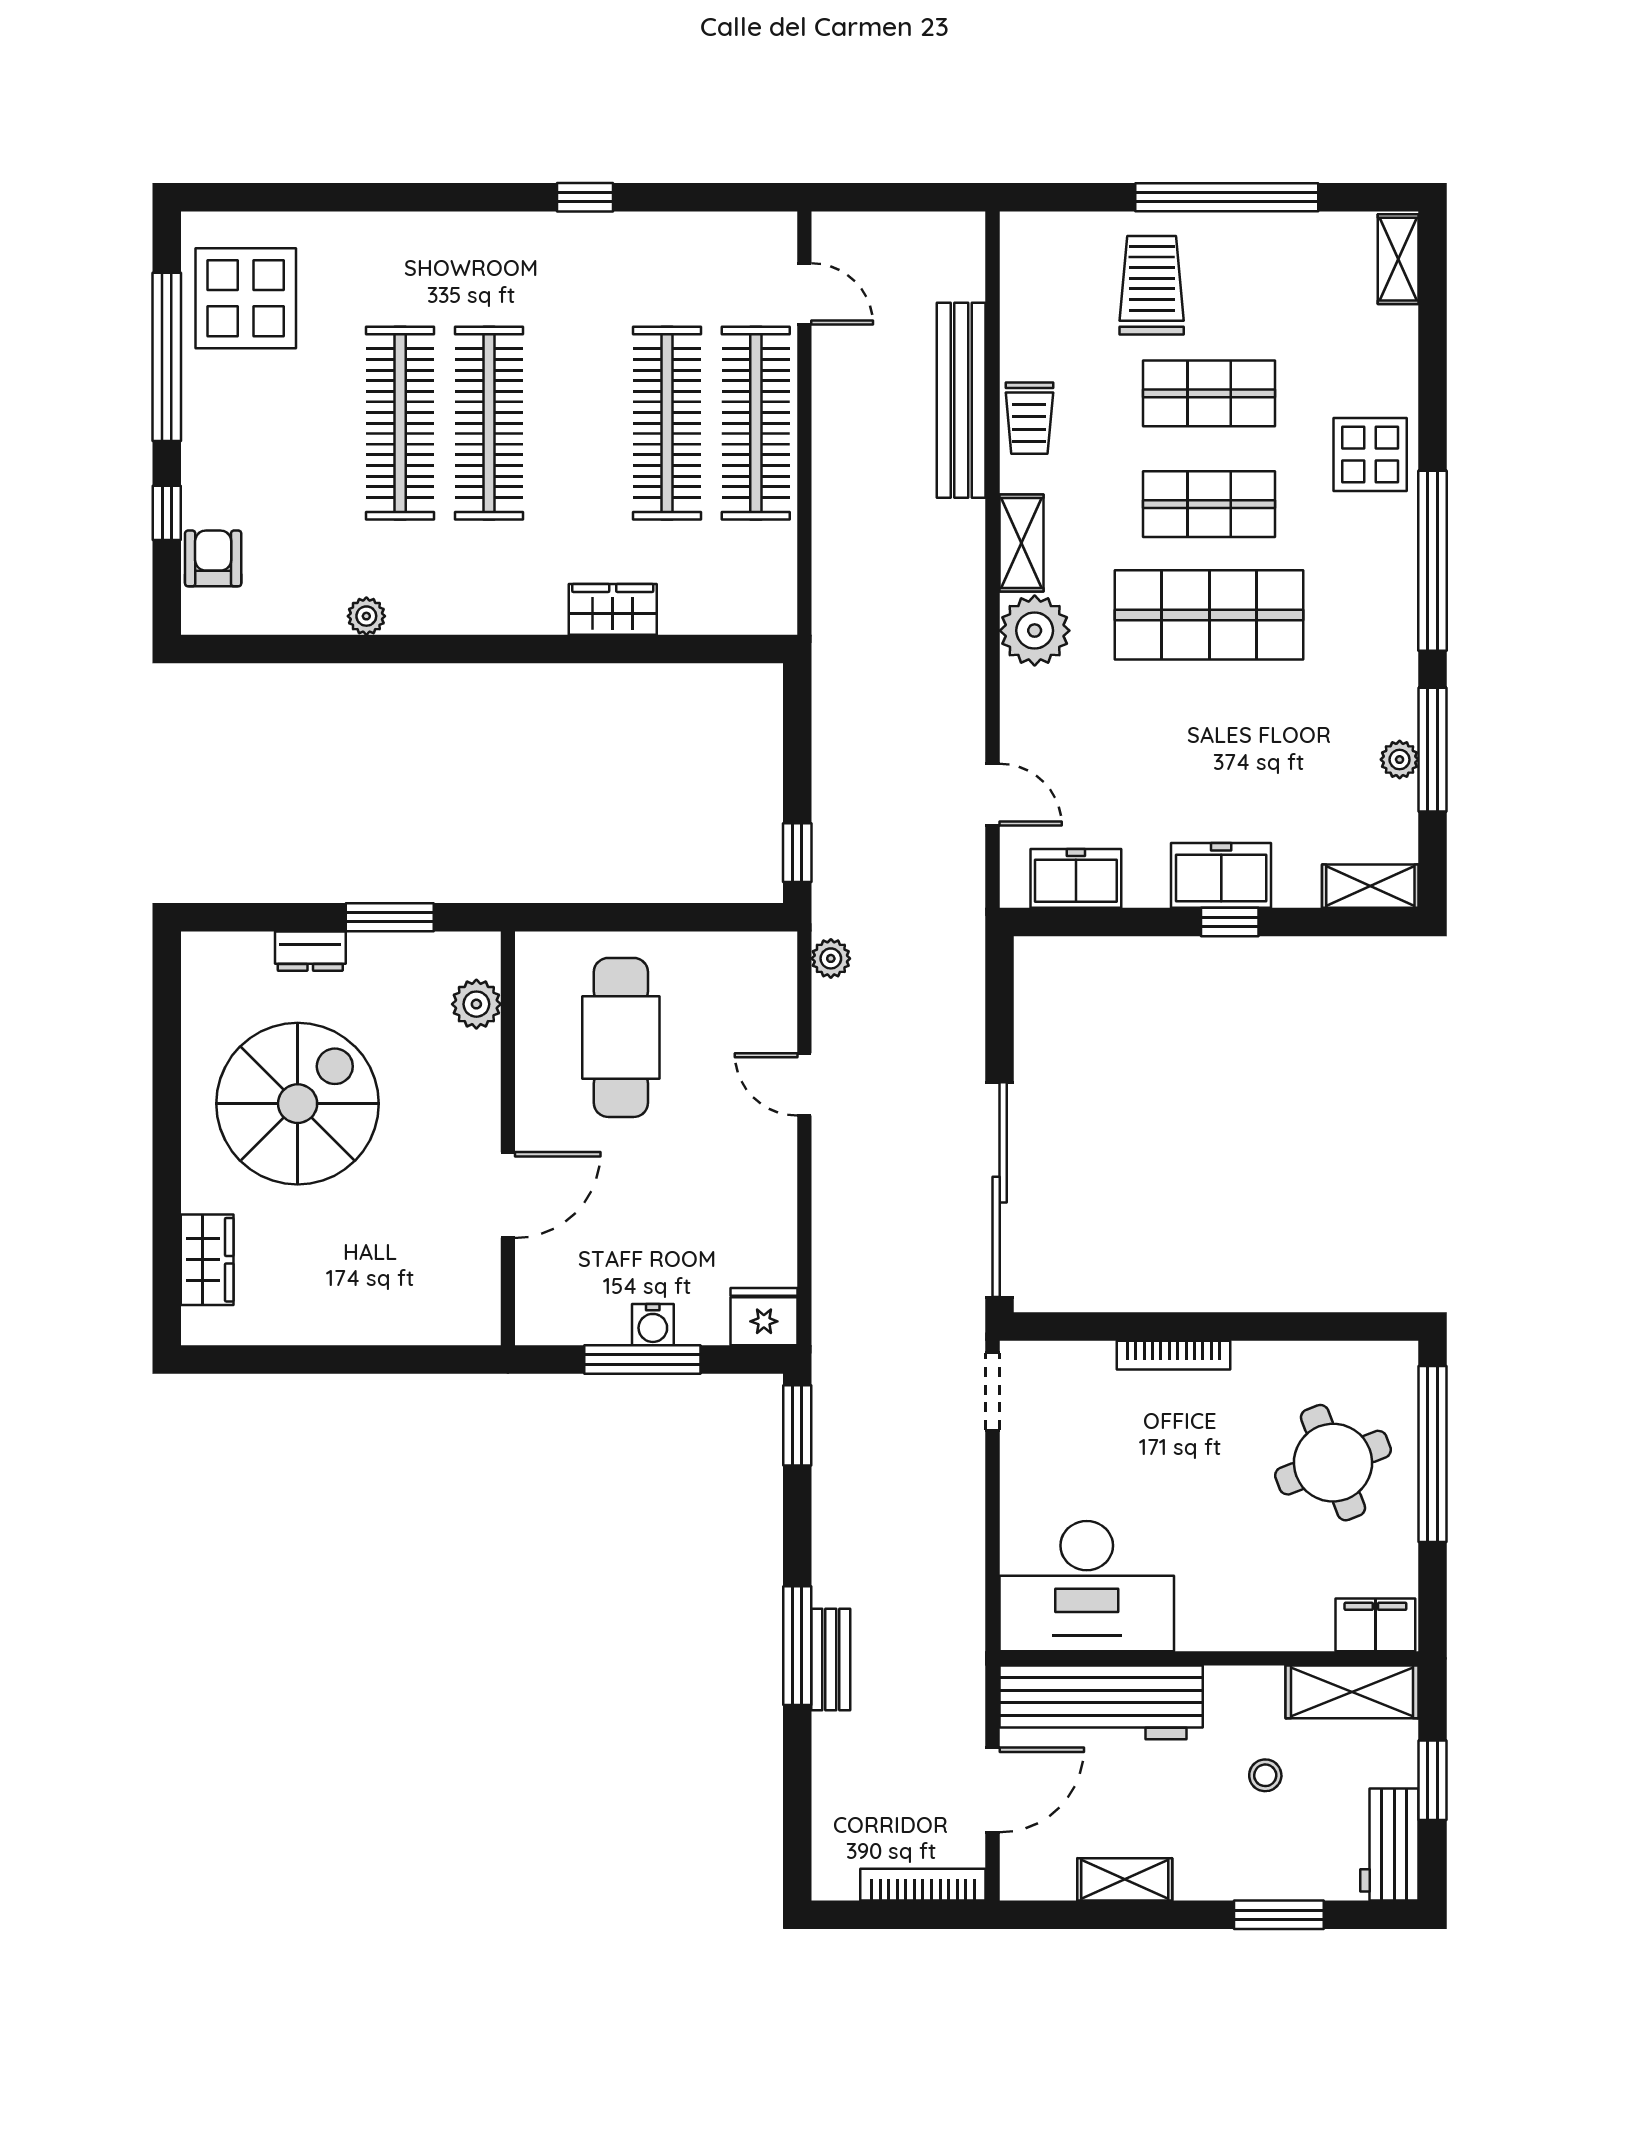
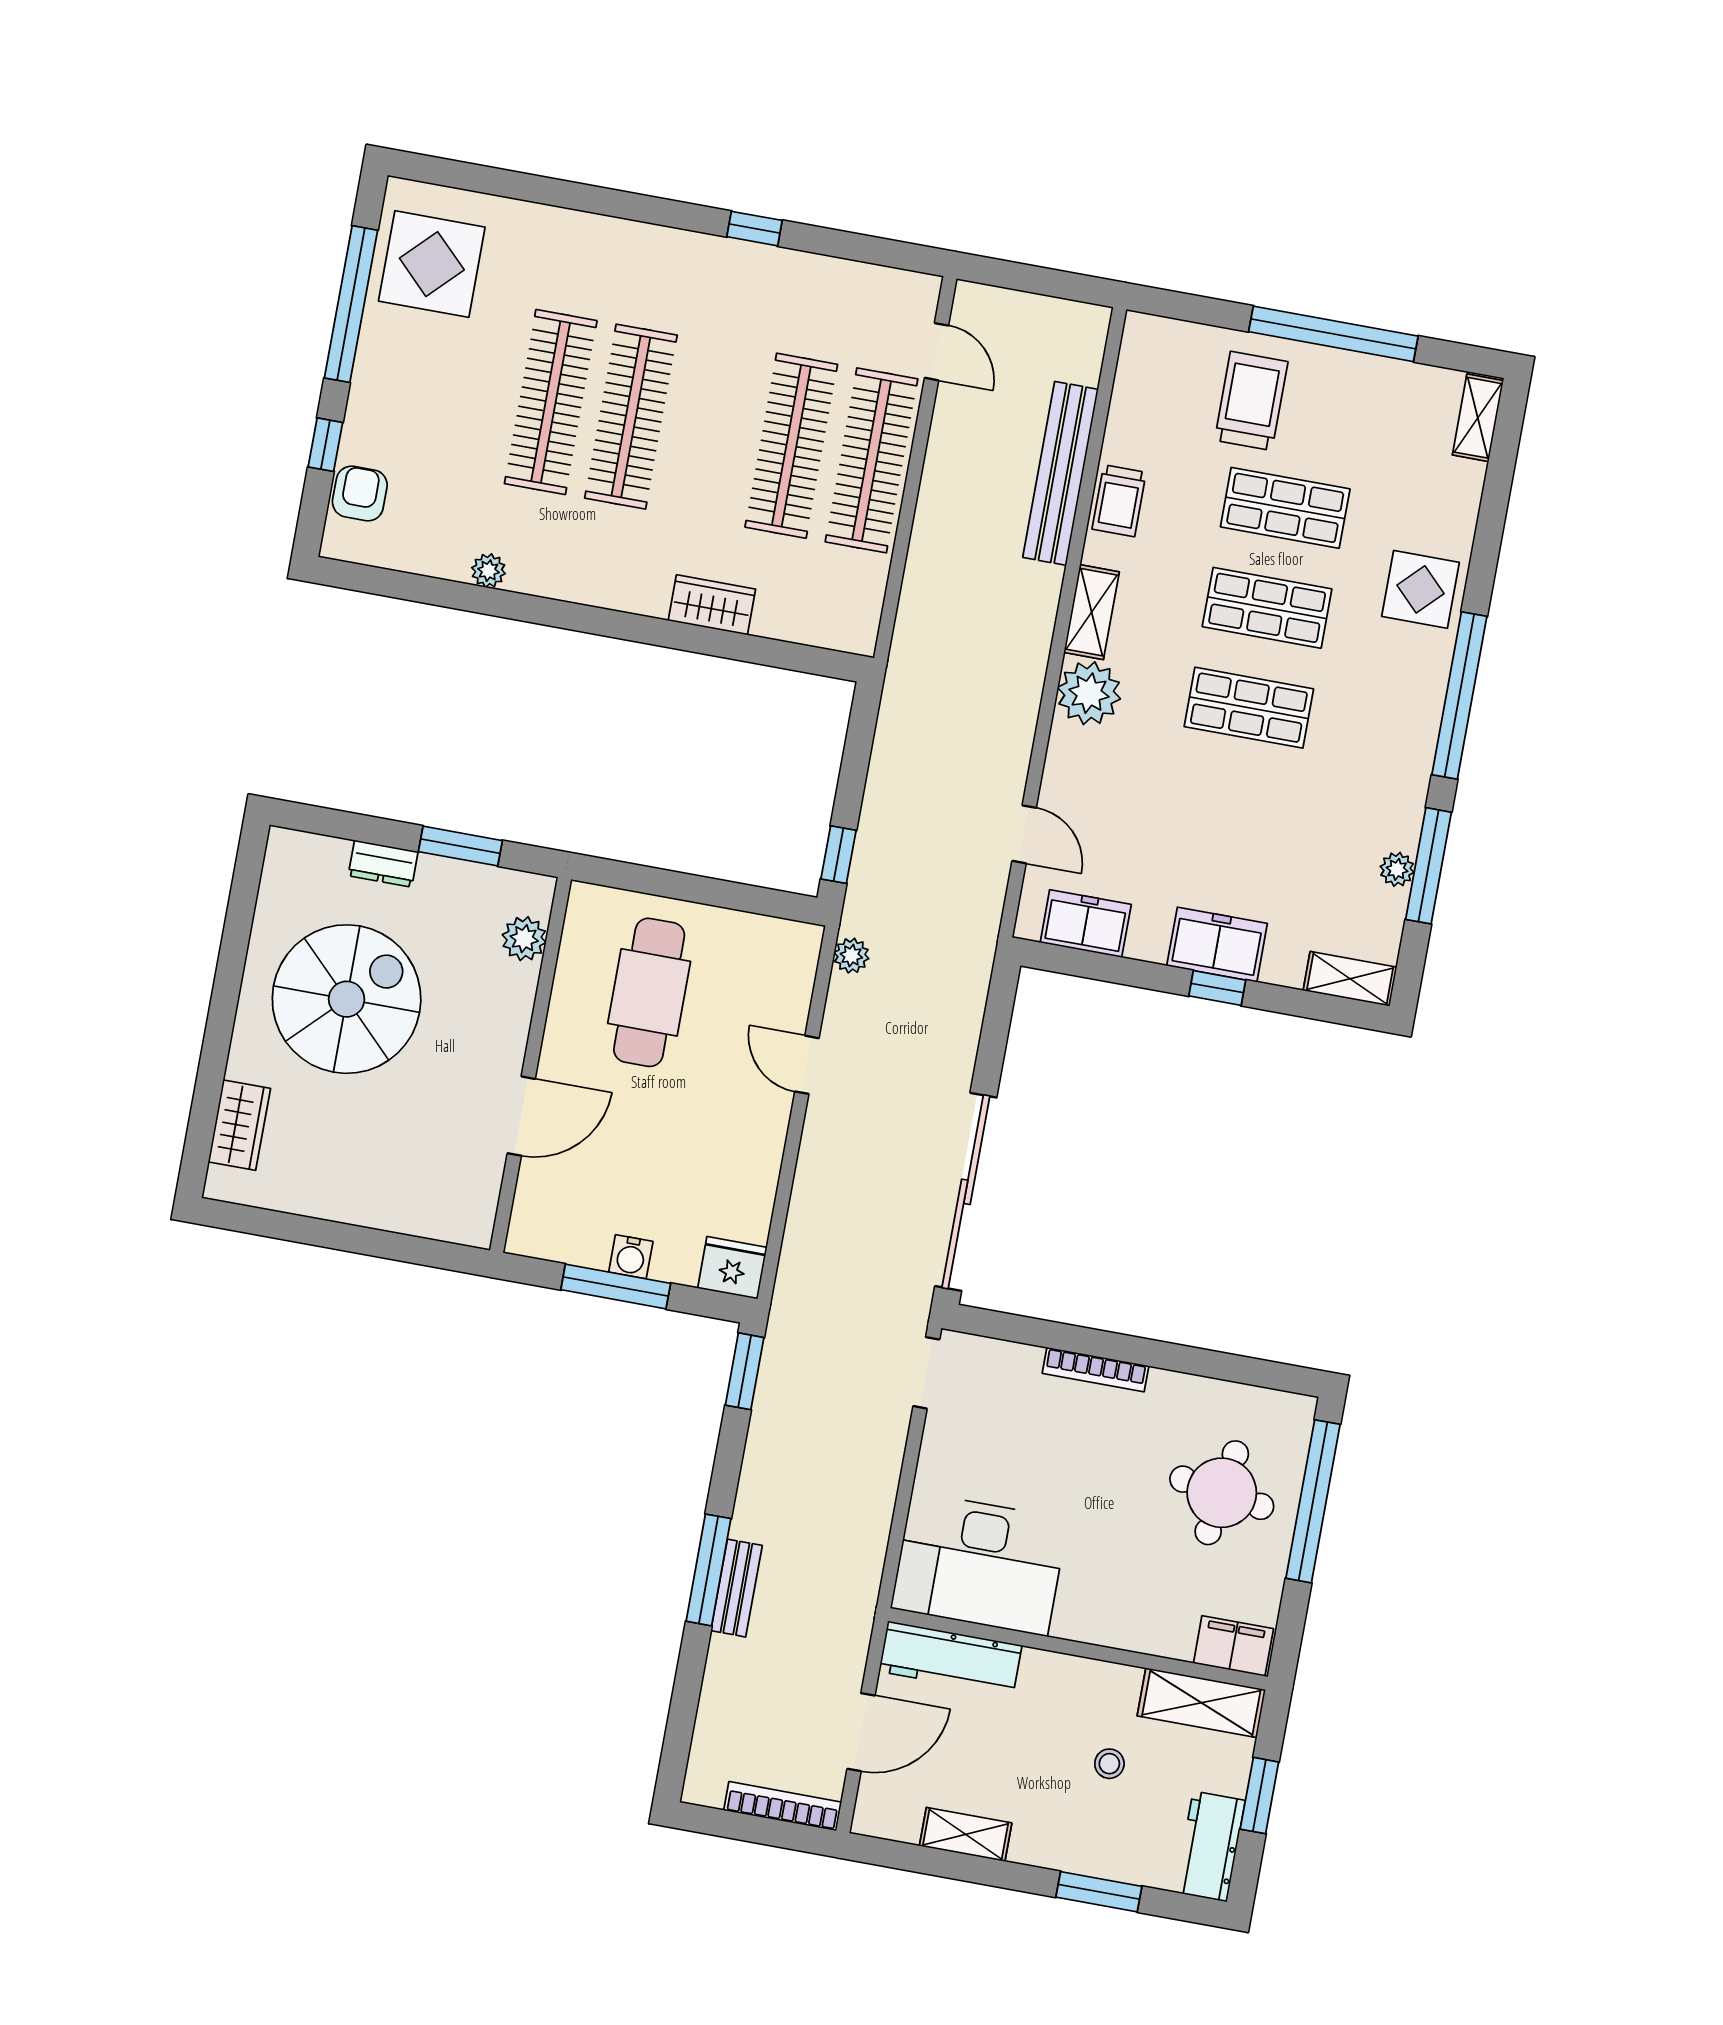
shop shelf: (1209, 615) -> (1249, 708), width x0.70, depth x0.74
round table: (1333, 1463) -> (1222, 1493), turned 30
workbench: (1101, 1702) -> (950, 1658), width x0.73, depth x0.76

